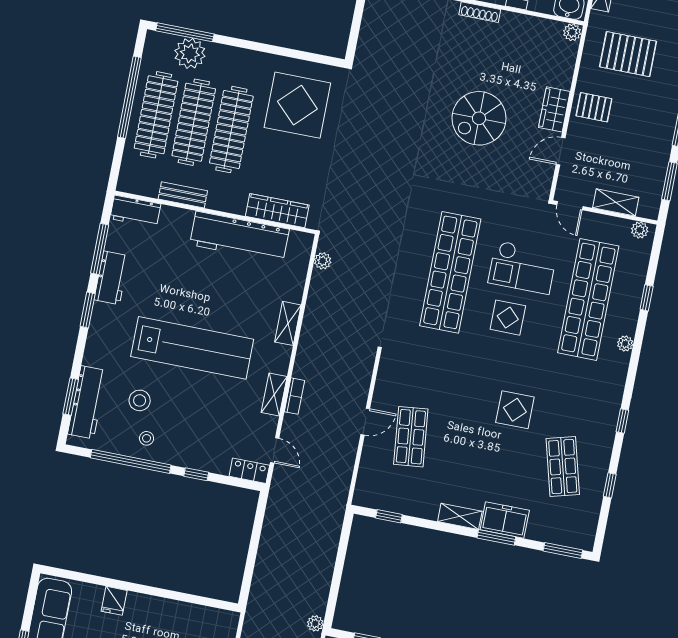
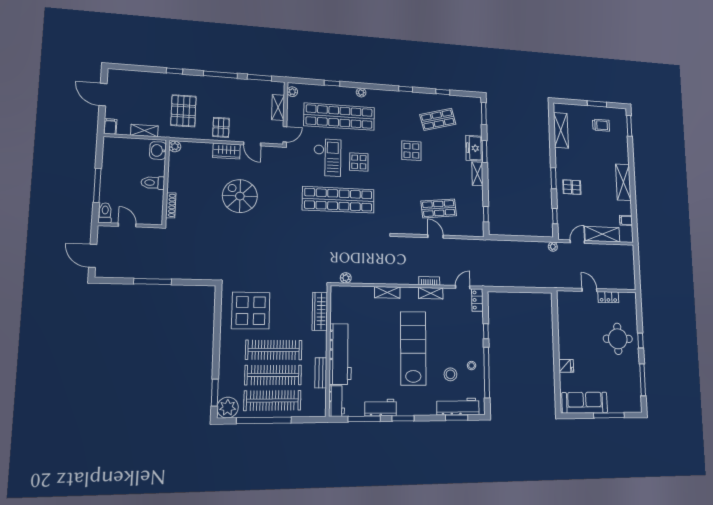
window: (185, 32) -> (215, 393), width x0.69
plant: (190, 53) -> (228, 408), moved
spiral stairs: (479, 118) -> (240, 196), turned 180
workbench: (239, 237) -> (340, 354), moved

